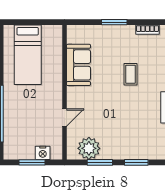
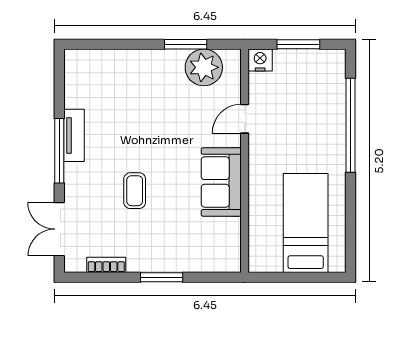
sofa: (78, 65) -> (221, 182), moved
nightstand: (43, 153) -> (260, 60), moved
window: (136, 162) -> (125, 44), removed

